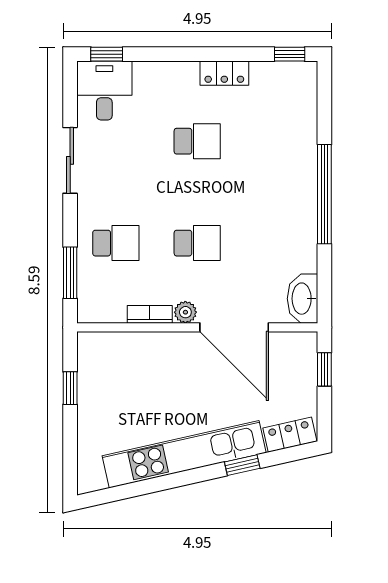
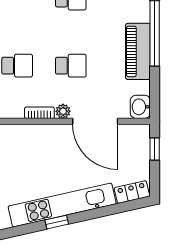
piano: (299, 221) -> (138, 51), added
washbasin: (303, 299) -> (140, 107), width x0.72
window: (242, 465) -> (57, 222), moved

